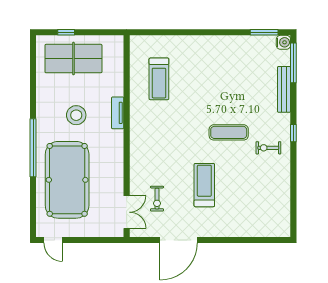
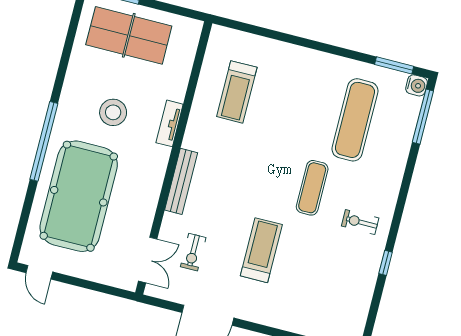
exercise mat: (247, 77) -> (355, 120), added
bench: (284, 89) -> (181, 181), moved
exercise mat: (229, 132) -> (312, 188), turned 90
window: (293, 133) -> (386, 263), moved

